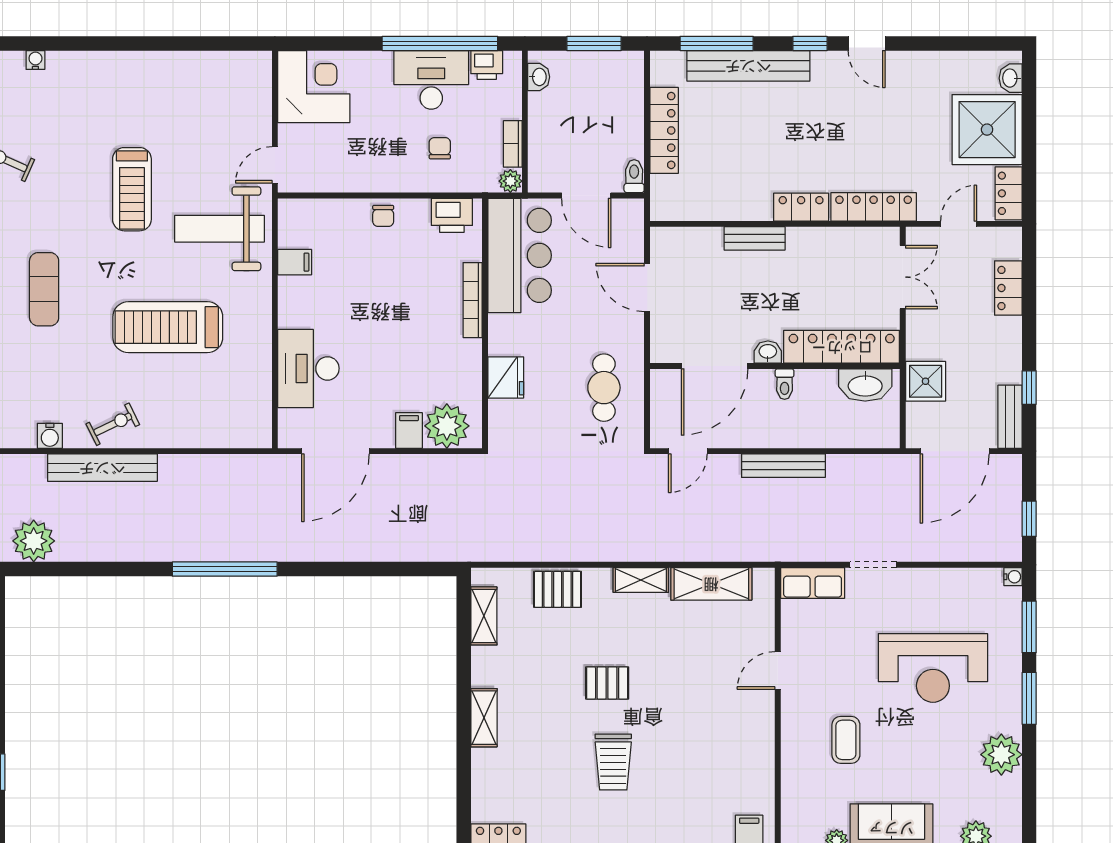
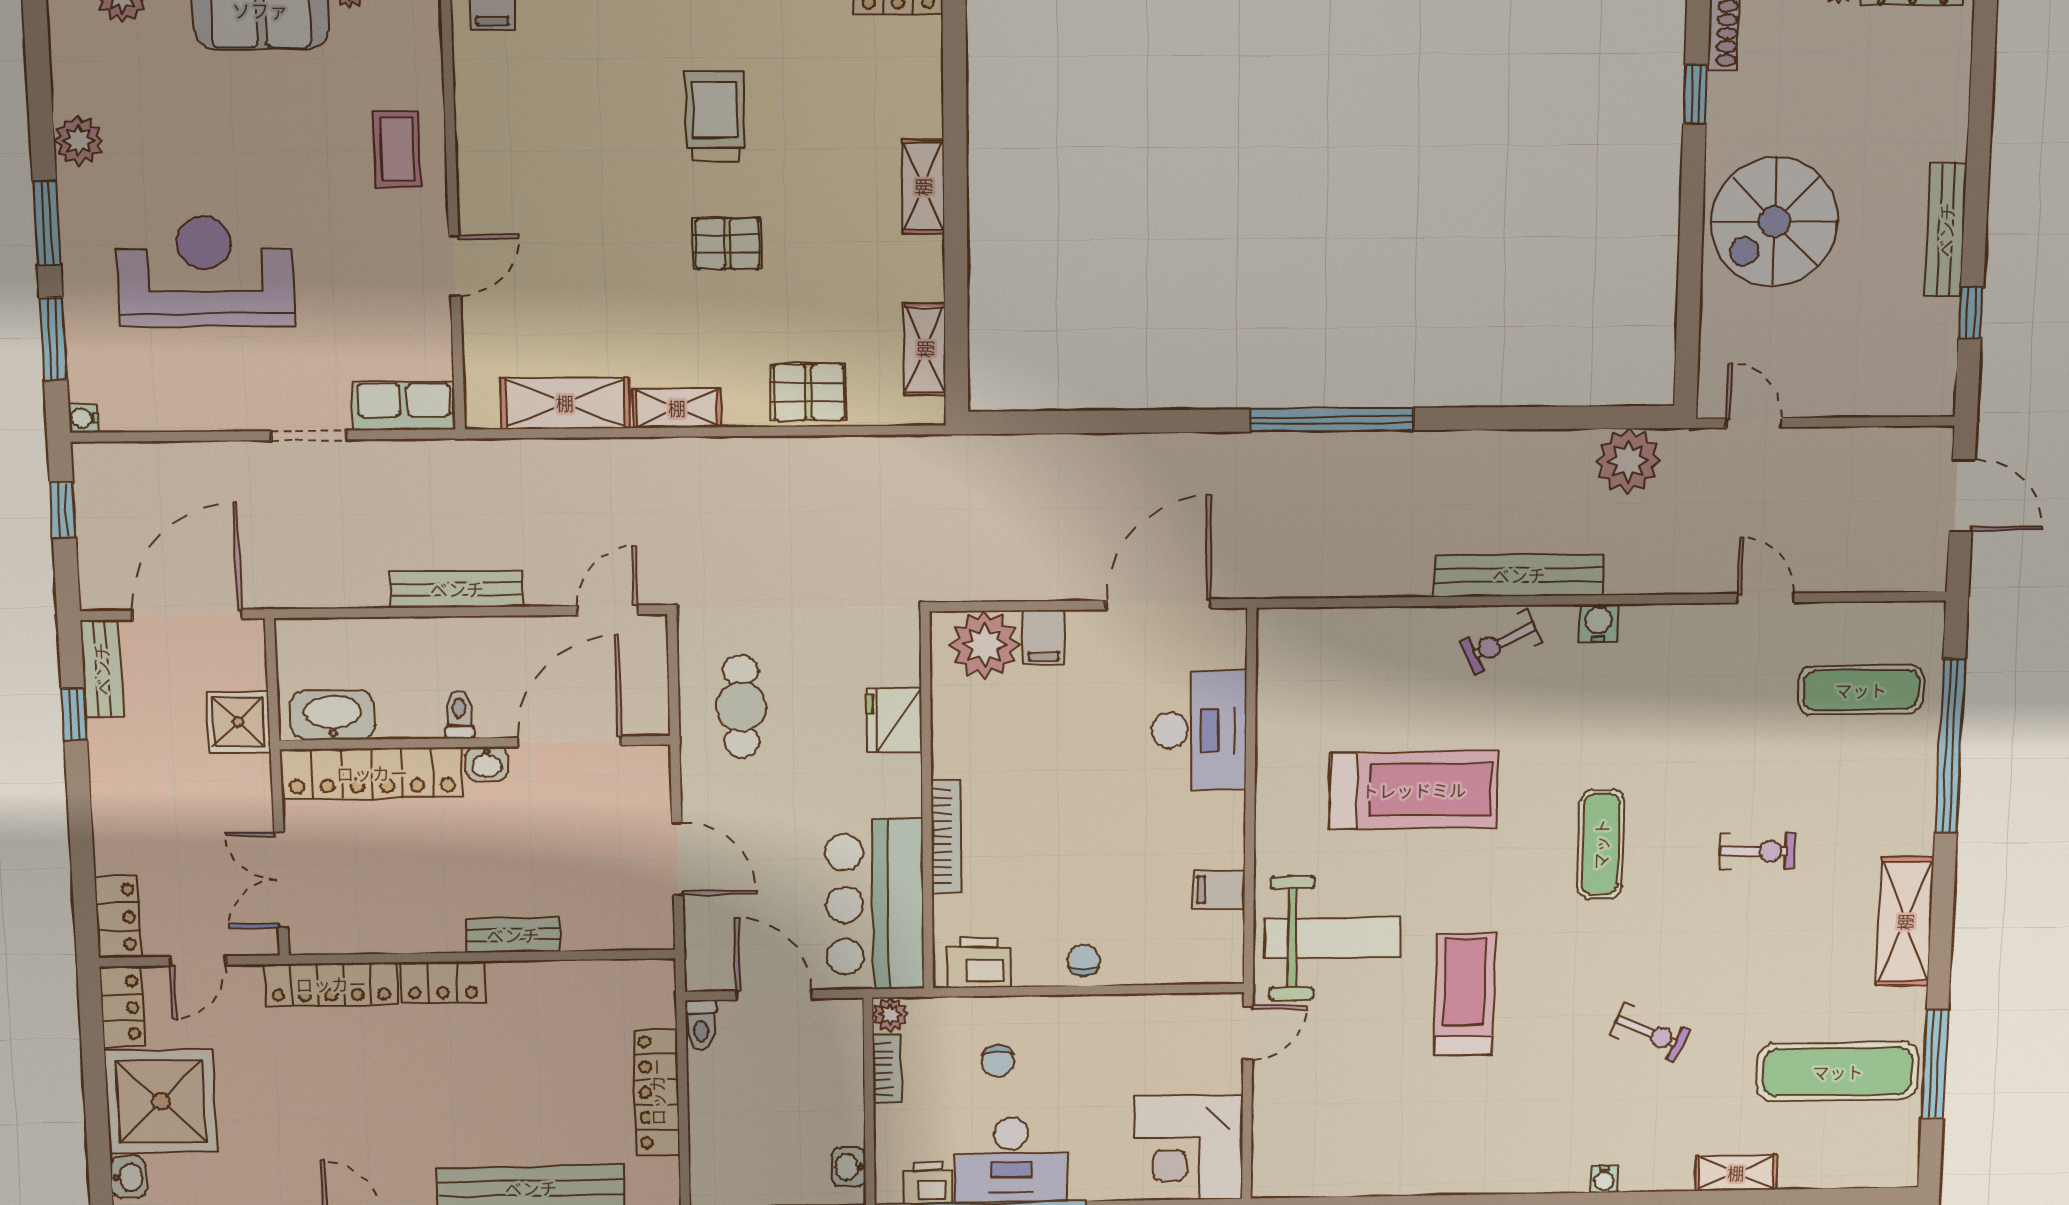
locker: (1008, 288) -> (118, 917), moved
coffee table: (846, 740) -> (397, 149), moved
plant: (1001, 755) -> (79, 141), width x0.73, depth x0.73

